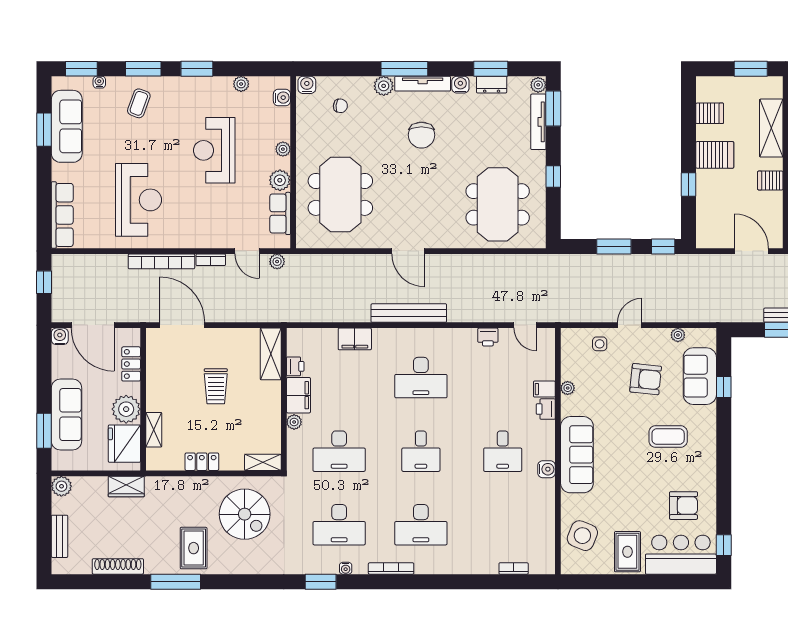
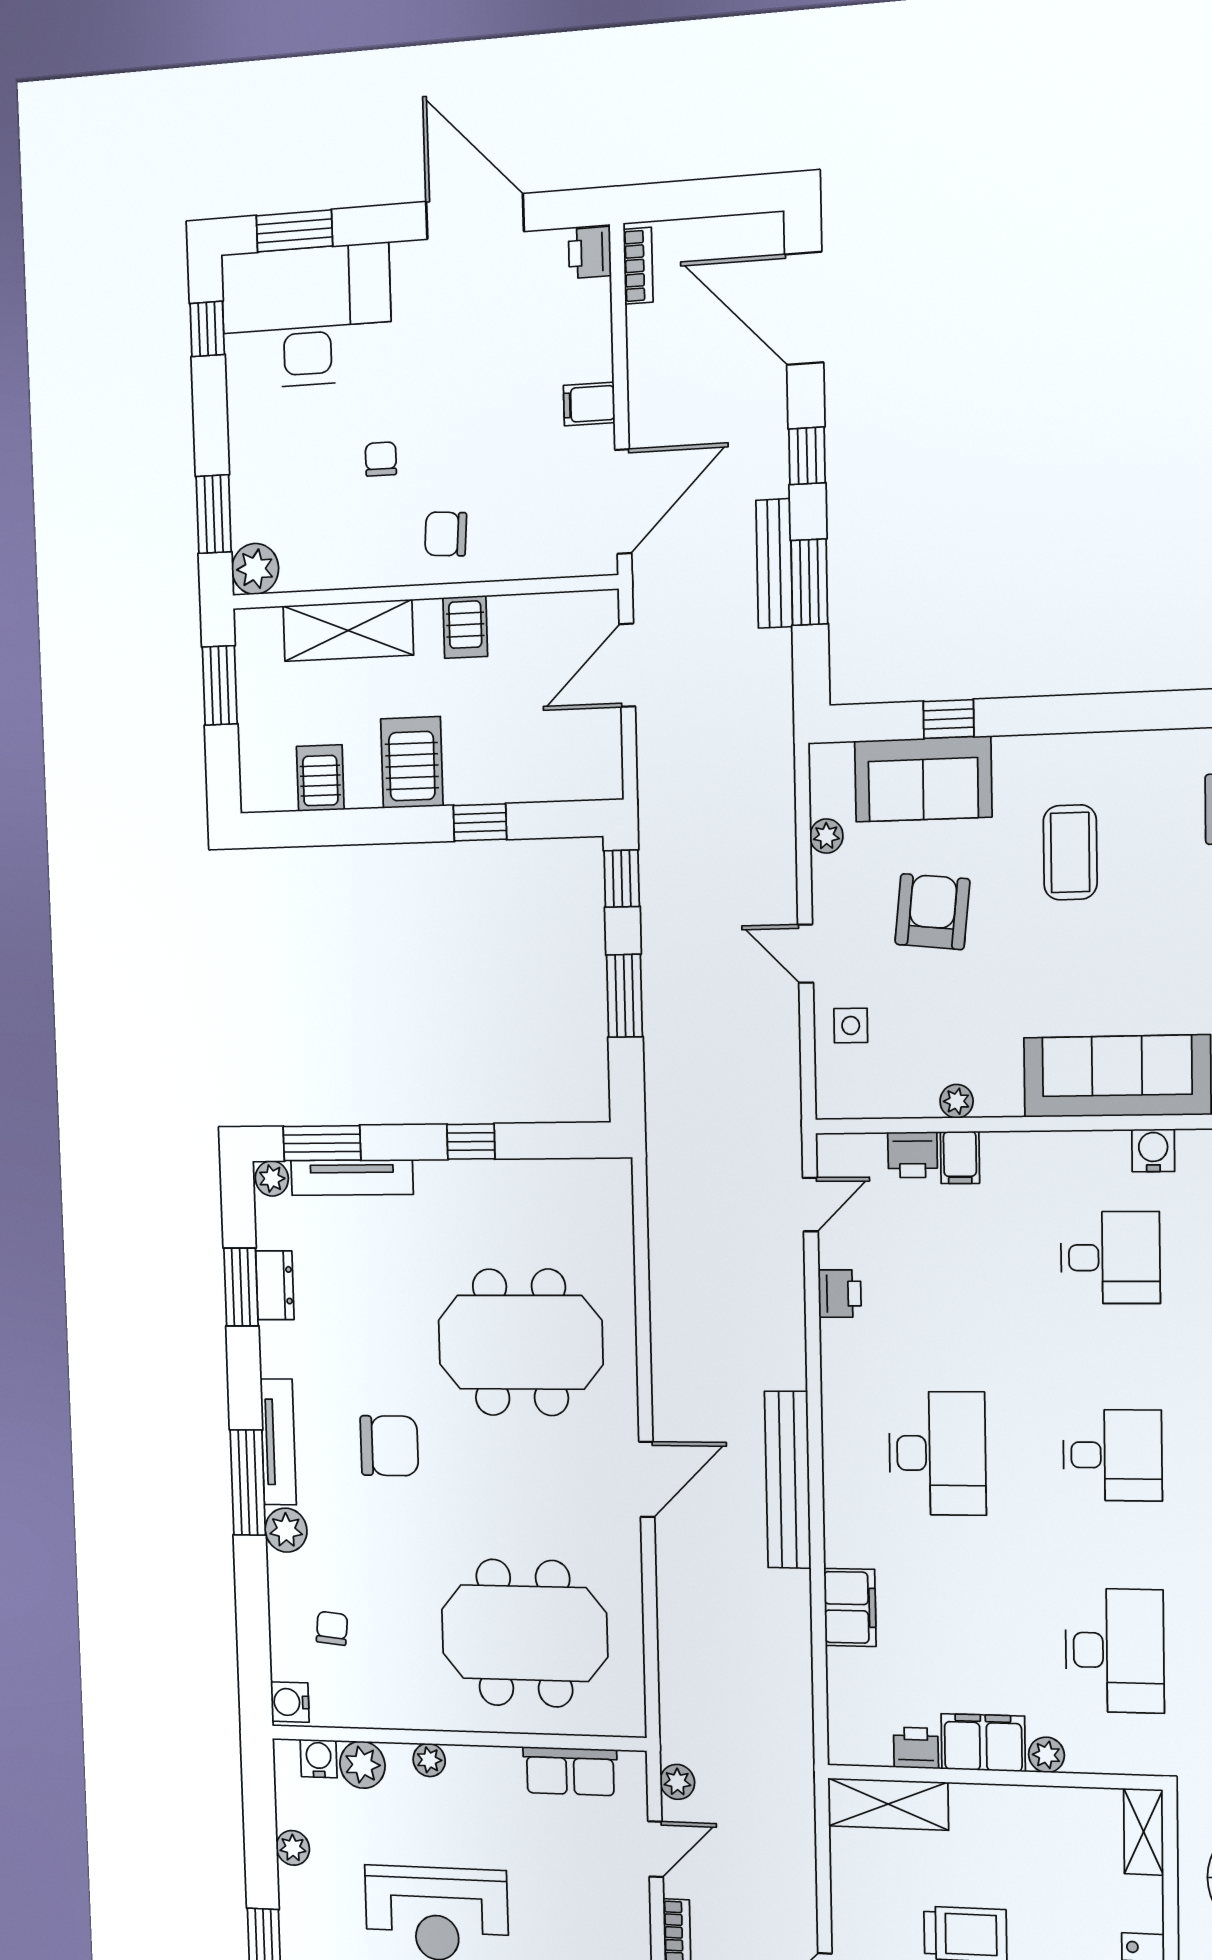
water cooler: (460, 85) -> (277, 1356), removed
plant: (280, 180) -> (362, 1765), moved
meeting table: (498, 204) -> (520, 1342), moved
printer: (546, 409) -> (913, 1155), moved

